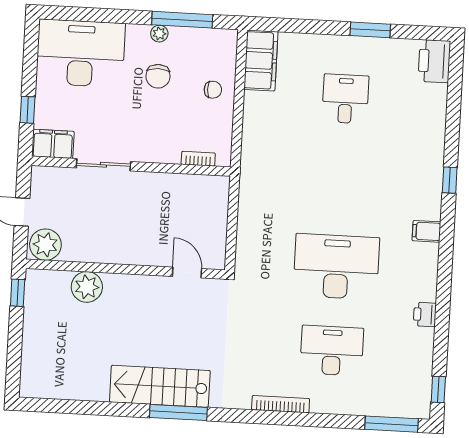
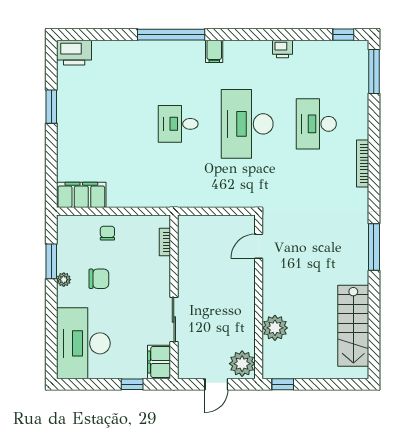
window: (182, 20) -> (51, 261), width x0.69
desk: (345, 99) -> (178, 124), moved
window: (450, 180) -> (171, 35), width x3.17
stairs: (160, 386) -> (353, 326), moved

